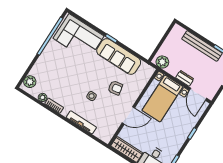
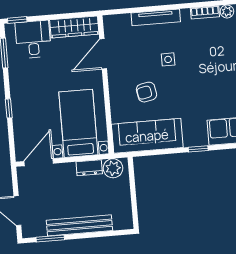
sofa: (119, 56) -> (147, 136), moved
dresser: (185, 78) -> (89, 168), moved
door: (198, 94) -> (39, 162), hinge flipped
door: (128, 115) -> (103, 54), moved

